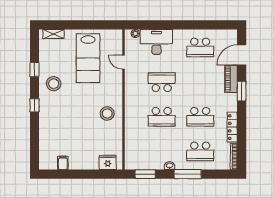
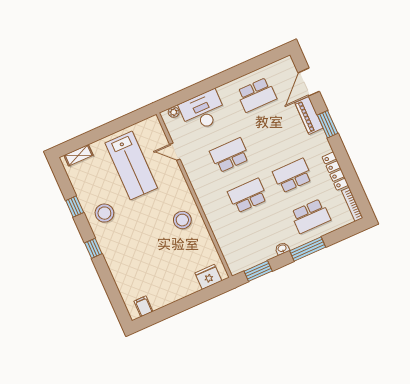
school desk: (162, 117) -> (248, 196), turned 180
school desk: (200, 117) -> (293, 176), turned 180
filing cabinet: (63, 163) -> (143, 306), moved

